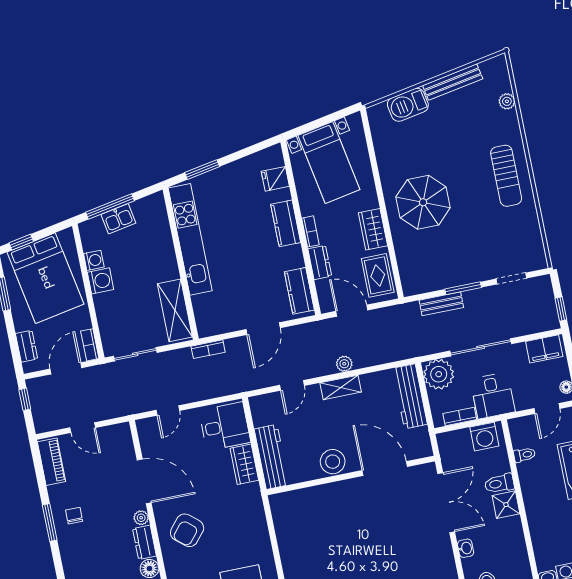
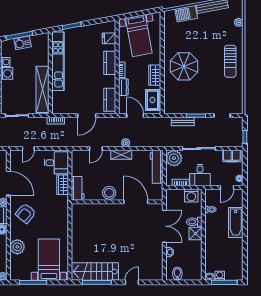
shelving: (175, 310) -> (42, 89), width x1.47
workbench: (272, 457) -> (78, 188), width x0.73

